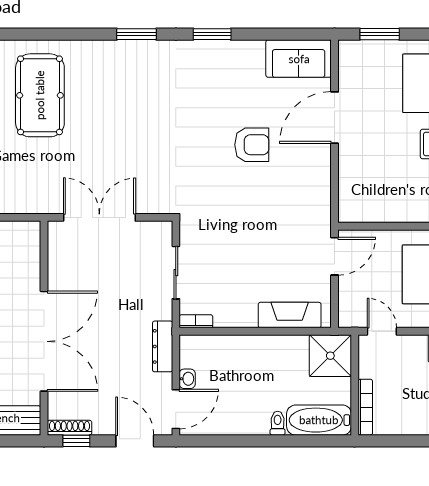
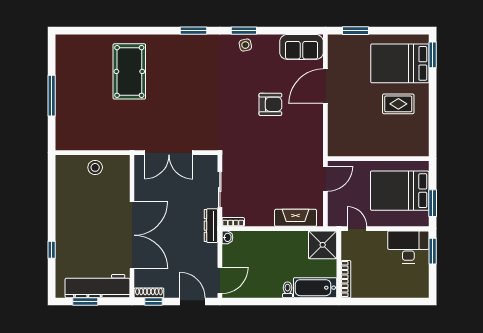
side table: (214, 56) -> (245, 45), added
double door: (99, 217) -> (169, 153), swing flipped
dresser: (163, 346) -> (211, 226), moved
washbasin: (187, 379) -> (227, 237), moved

